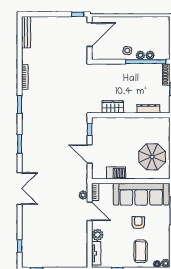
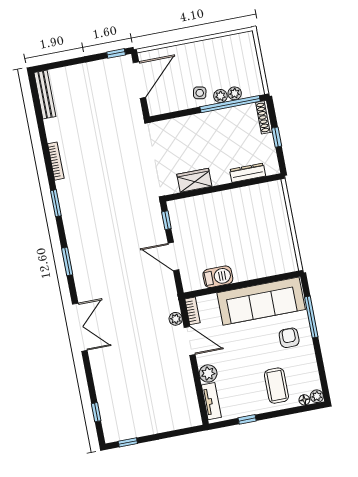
parasol: (152, 157) -> (266, 243), removed
armchair: (138, 223) -> (289, 338), moved

